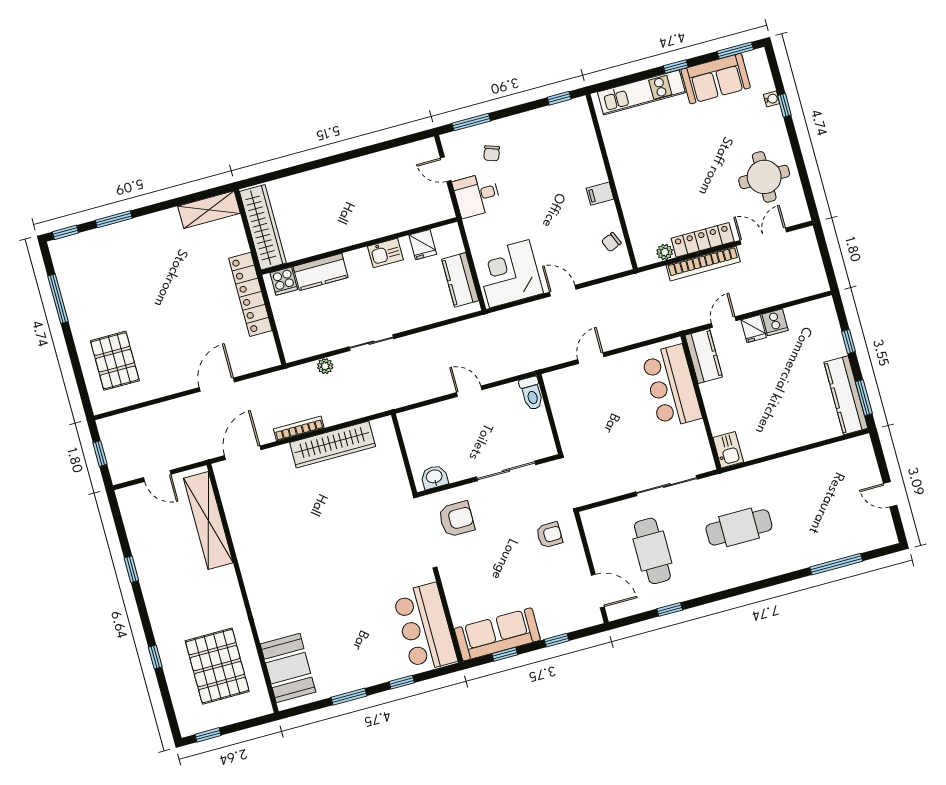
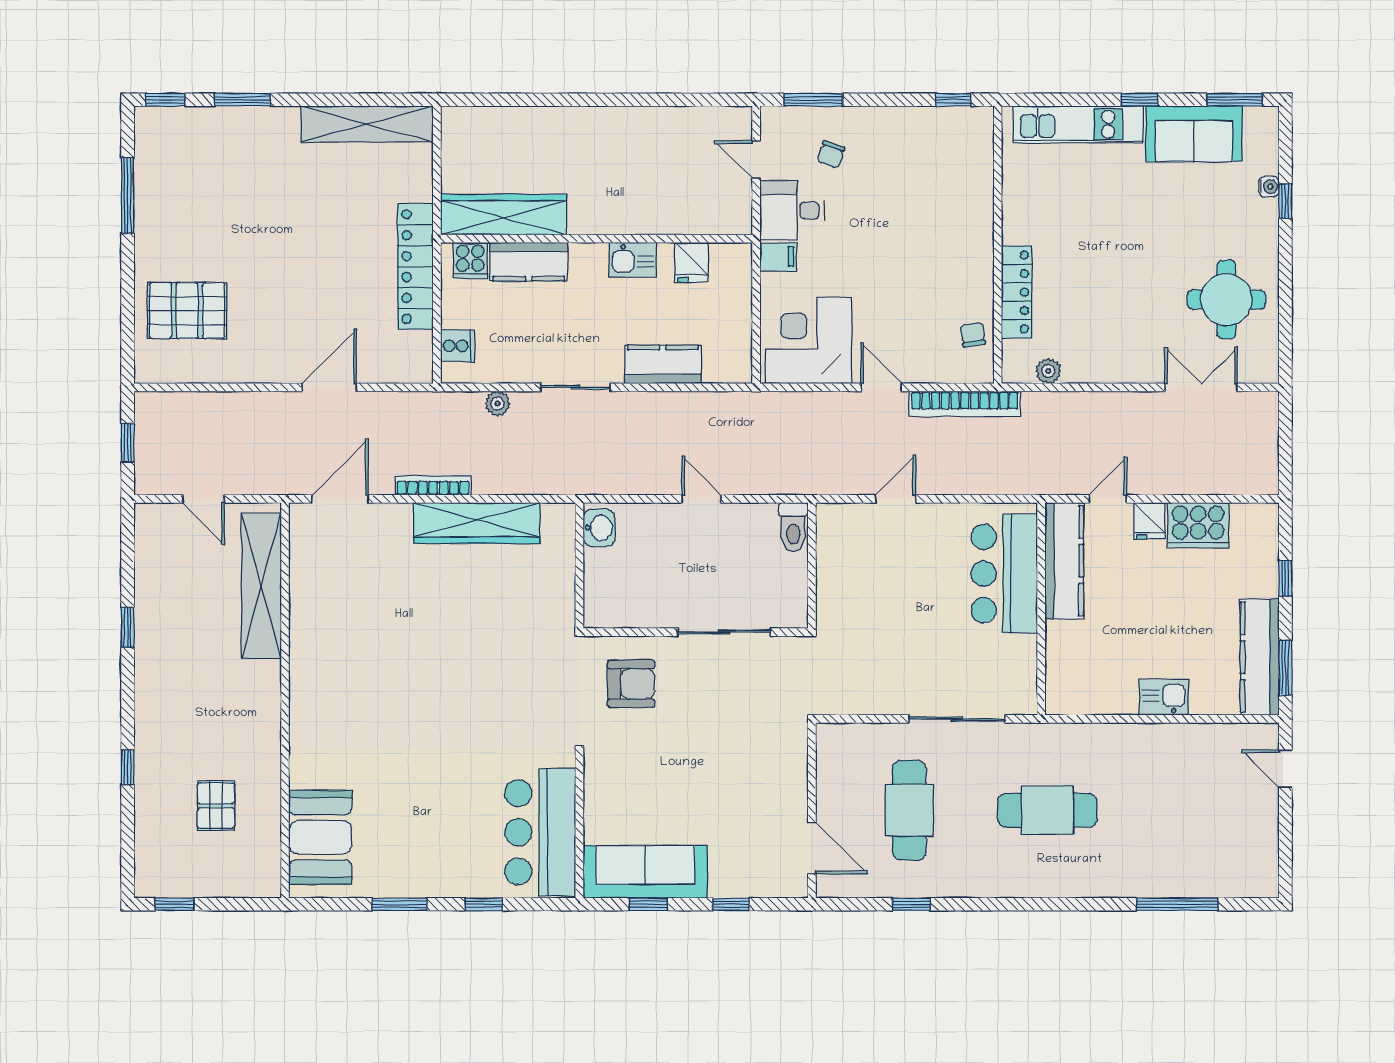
filing cabinet: (600, 194) -> (778, 257), moved, turned 180
shelving: (209, 210) -> (367, 124), width x1.47
wardrobe: (263, 227) -> (504, 214), moved, turned -90
locker: (703, 240) -> (1017, 292), moved, turned 90
chair: (611, 242) -> (973, 335), turned 105
bookcase: (703, 264) -> (965, 404), moved
kitchen counter: (460, 280) -> (663, 364), moved, turned 90
cooker: (775, 322) -> (1198, 525), width x1.87, depth x1.31
cooker: (290, 337) -> (458, 346), added
kitchen counter: (704, 356) -> (1064, 561), width x1.50
pallet: (115, 361) -> (187, 311), turned 90
kitchen sink: (728, 450) -> (1164, 697), moved, turned -90
washbasin: (434, 477) -> (599, 528), moved, turned 90
door: (890, 494) -> (1285, 769), moved
armchair: (549, 535) -> (763, 745), removed
pallet: (217, 666) -> (216, 806), width x0.49, depth x0.50

